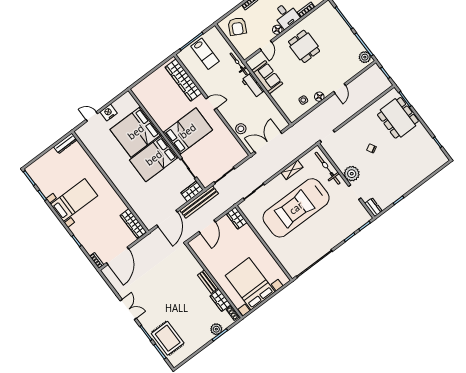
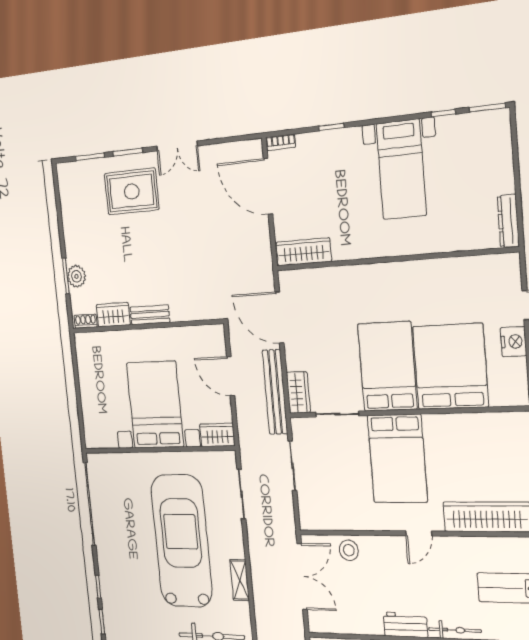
bed with nightstands: (250, 284) -> (155, 405), moved, turned -90
rug: (168, 338) -> (132, 191), moved

